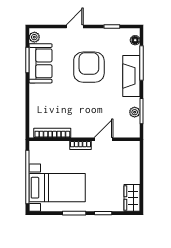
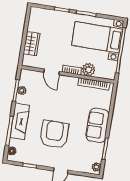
sofa: (40, 63) -> (98, 125), moved
armchair: (89, 67) -> (54, 134), turned 180
door: (104, 139) -> (52, 72), hinge flipped
plant: (61, 149) -> (89, 70), added
wardrobe: (132, 198) -> (31, 44), moved

